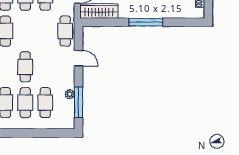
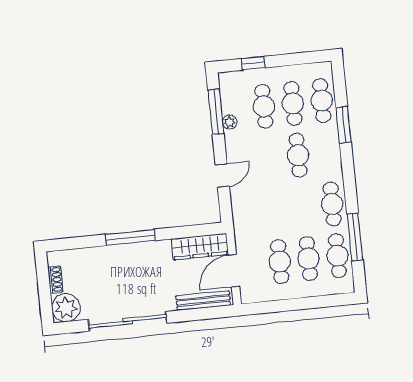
cafe table: (65, 31) -> (246, 213), removed
door: (79, 58) -> (222, 175), swing flipped
window: (49, 133) -> (253, 63), added

